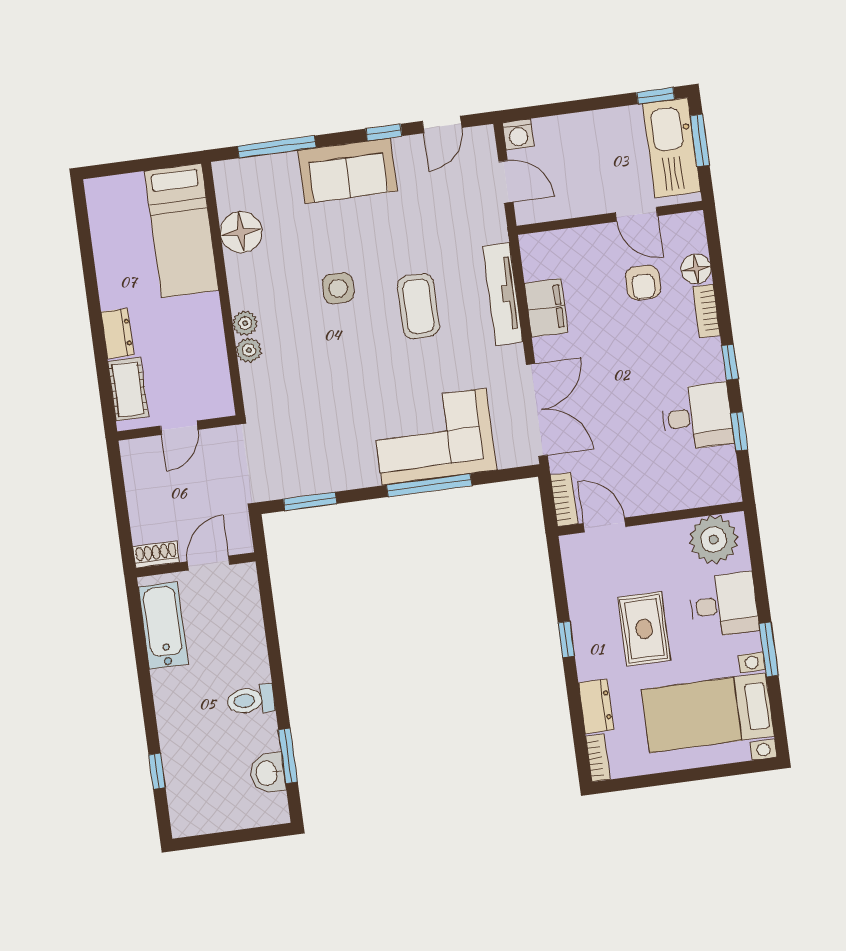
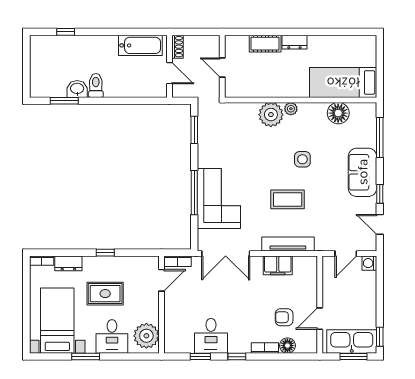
plant: (249, 350) -> (271, 115), width x1.87, depth x1.87
wall: (177, 428) -> (222, 66), moved
door: (179, 428) -> (222, 67), moved
washbasin: (268, 773) -> (77, 89), moved

